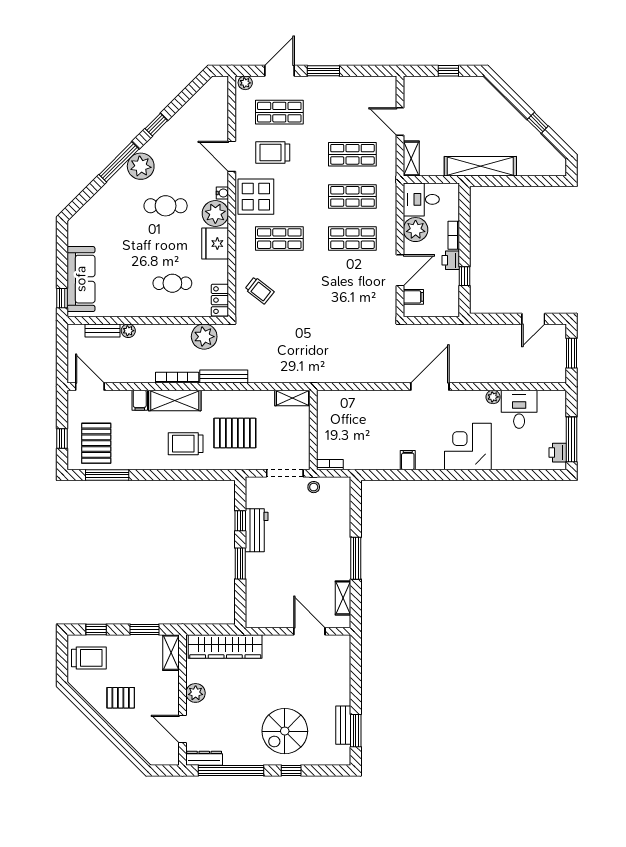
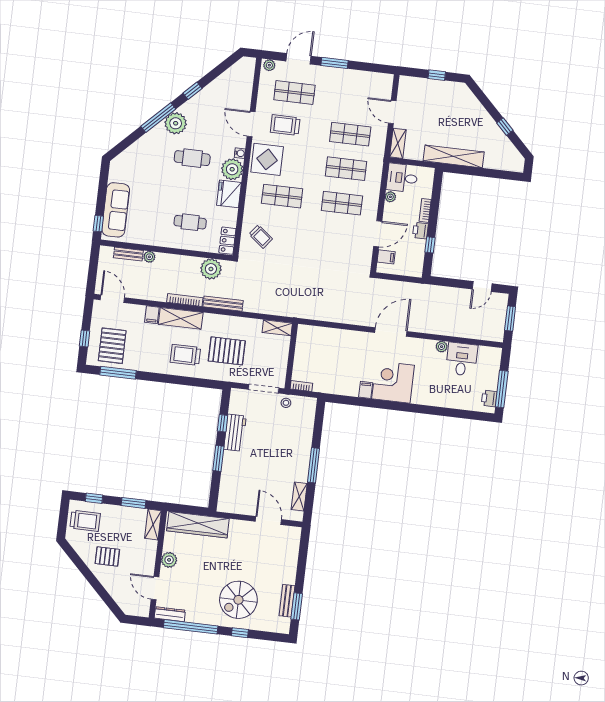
plant: (416, 230) -> (390, 197), width x0.53, depth x0.53
corner desk: (468, 447) -> (393, 382), moved

